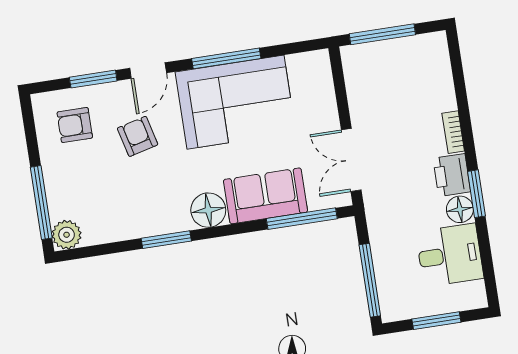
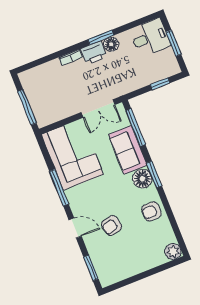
window: (93, 79) -> (91, 268), moved
corner sofa: (235, 102) -> (72, 154), moved
armchair: (75, 125) -> (151, 211), moved, turned 90
window: (41, 203) -> (159, 269), removed
window: (166, 240) -> (154, 174), moved
desk: (450, 255) -> (150, 38), moved, turned 90
window: (370, 280) -> (160, 84), width x0.46

